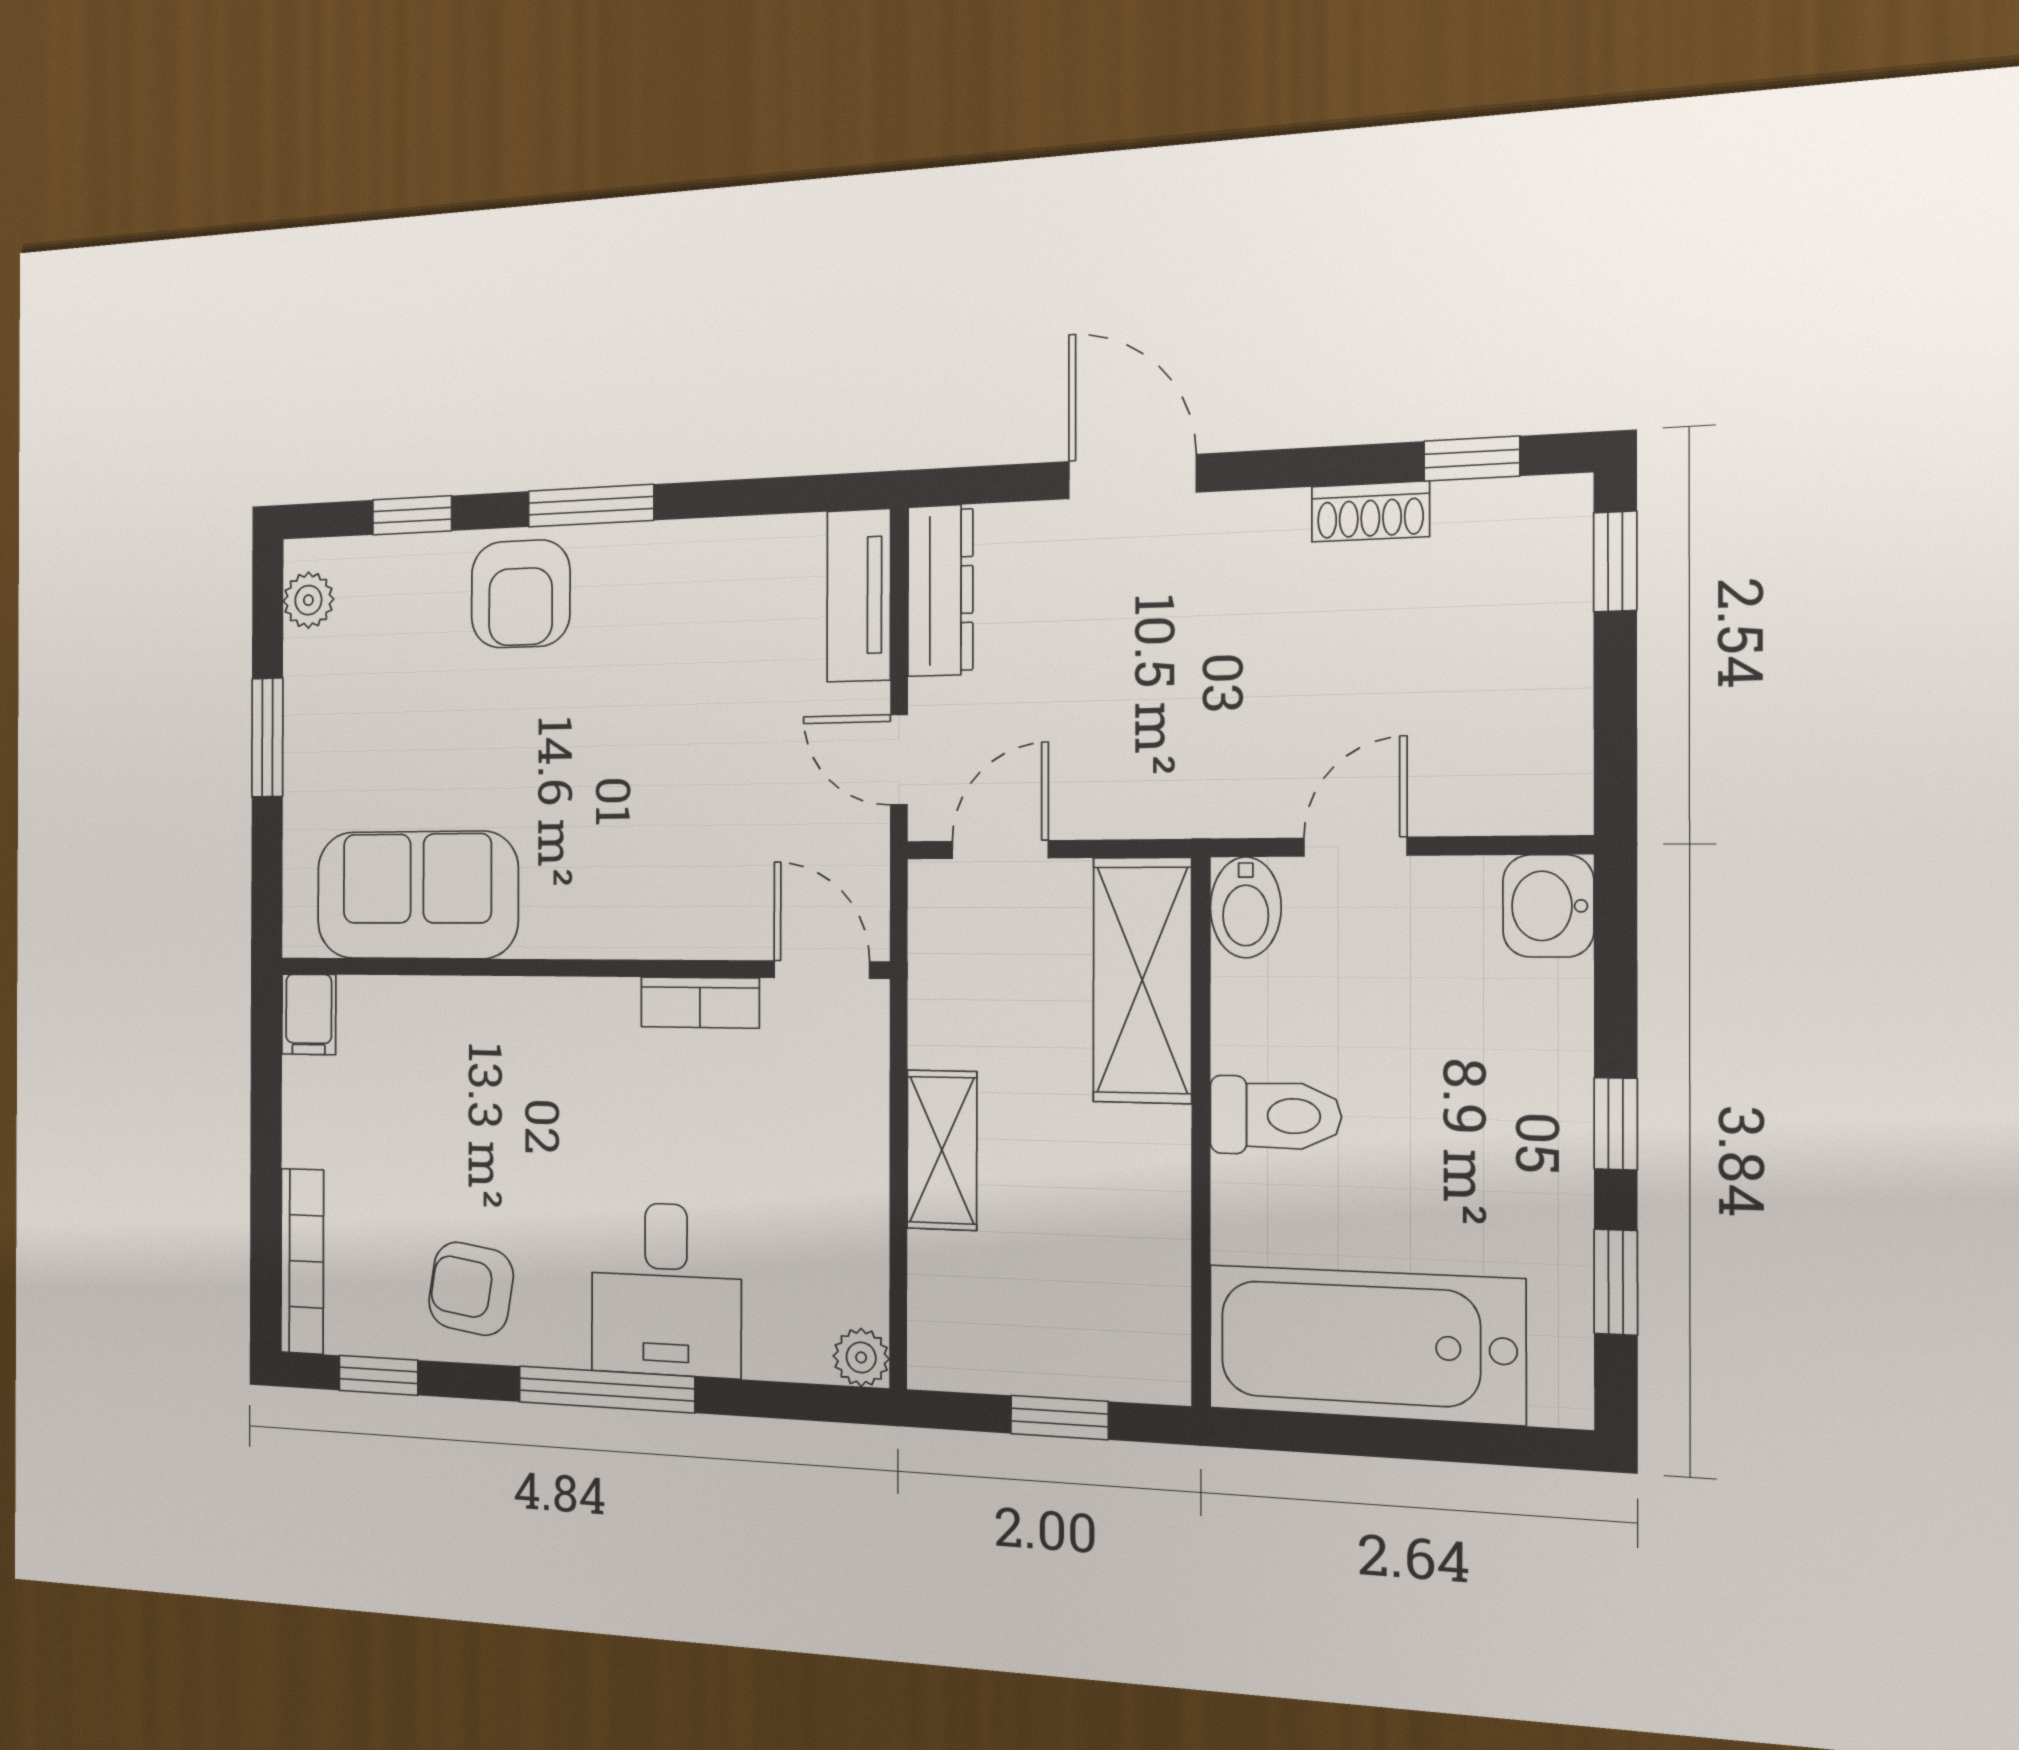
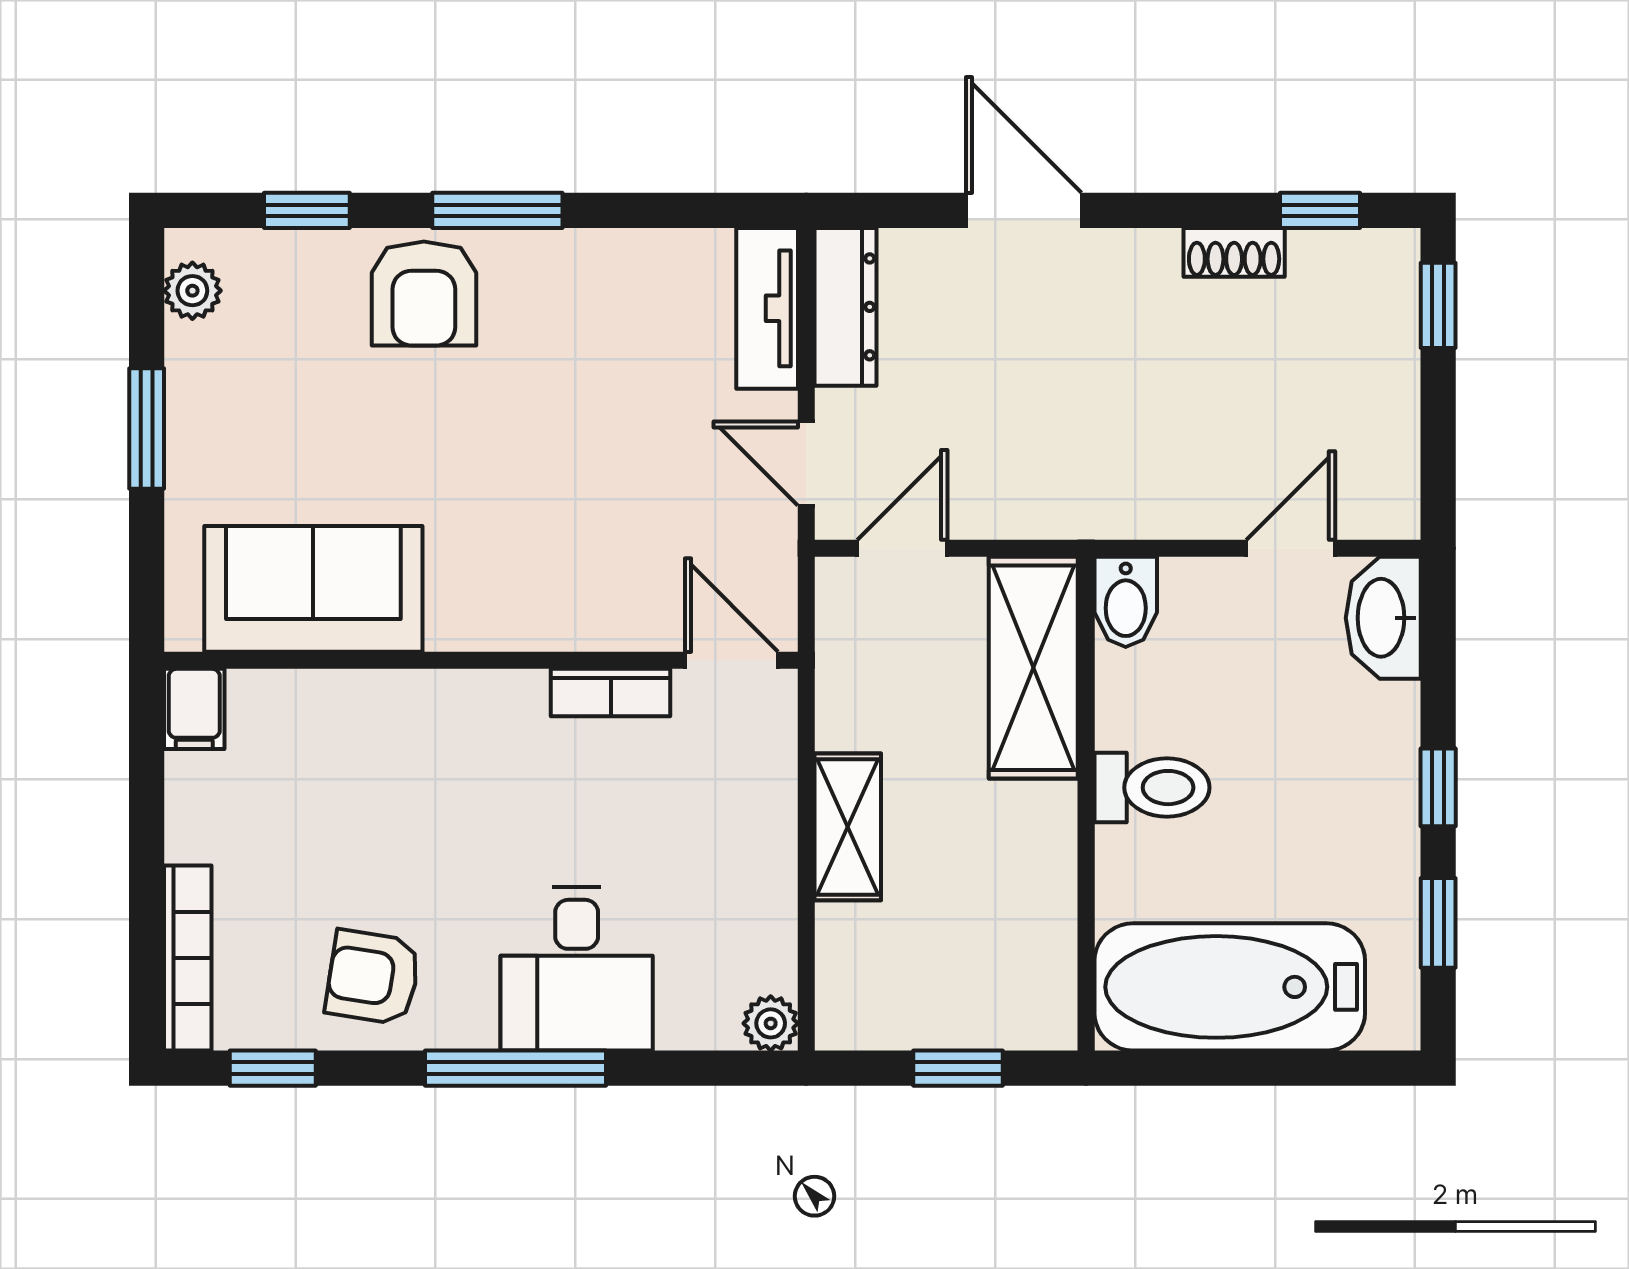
door: (1355, 847) -> (1291, 548), moved
washbasin: (1548, 906) -> (1383, 618), width x1.38

